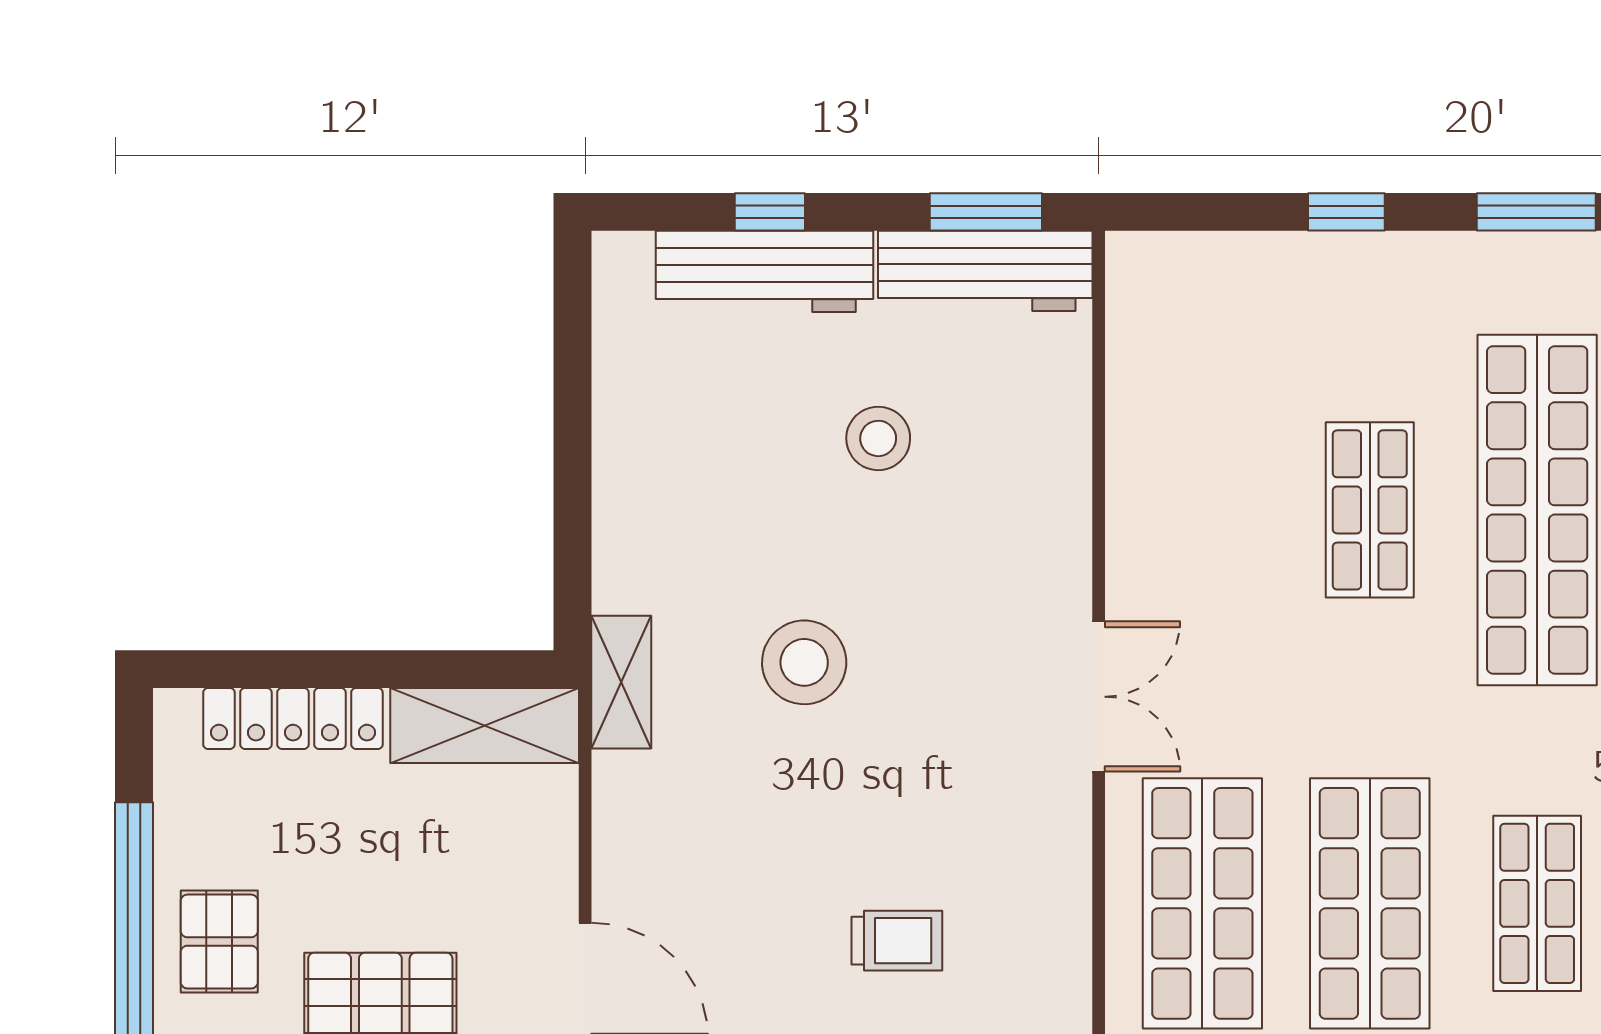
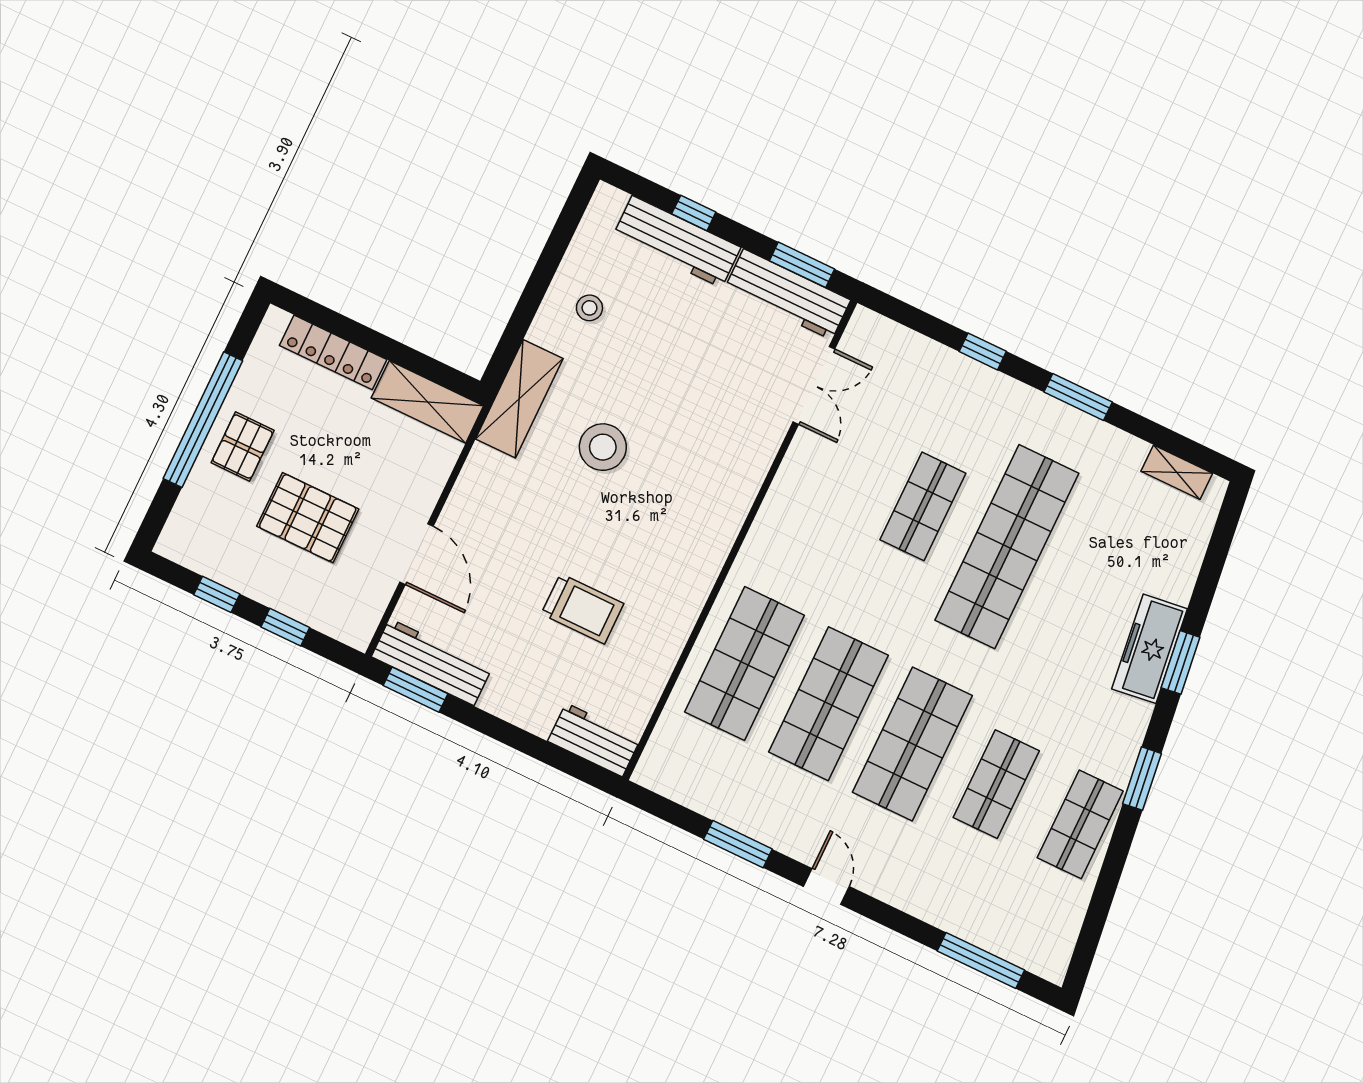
stool: (878, 438) -> (589, 308), moved, width x0.73, depth x0.73
shelving: (621, 682) -> (519, 399), width x1.50, depth x1.33
double door: (1099, 697) -> (814, 385), moved
shop shelf: (1537, 903) -> (912, 744), width x1.43, depth x1.36
trolley: (897, 941) -> (582, 609), width x1.36, depth x1.39

